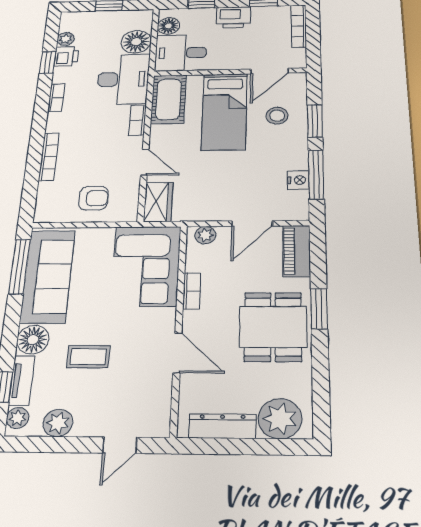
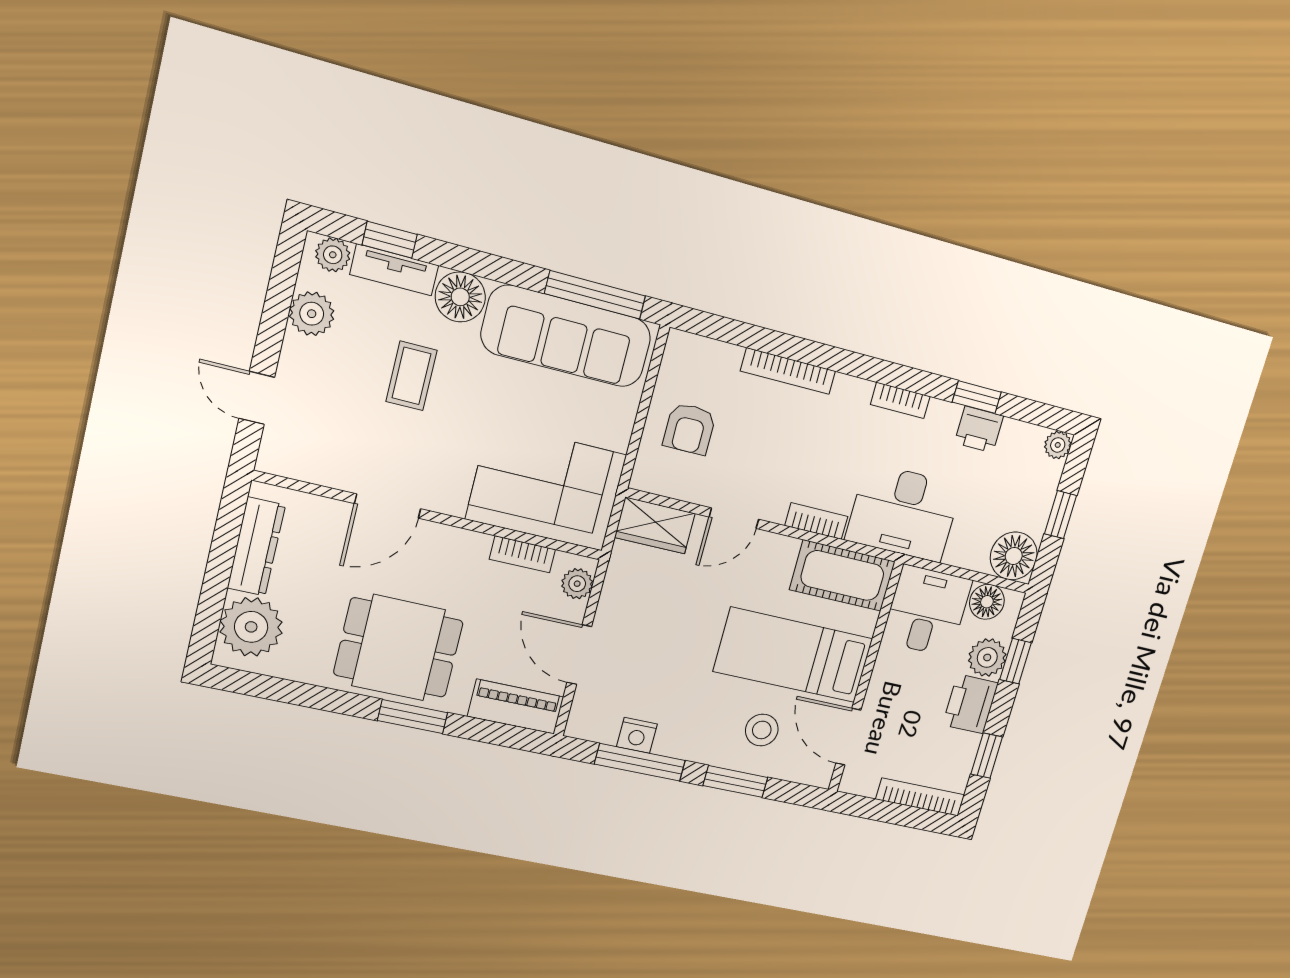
plant: (202, 17) -> (987, 657), added
plant: (66, 39) -> (1058, 445), moved
floor lamp: (136, 42) -> (1014, 556), moved
bookcase: (192, 291) -> (522, 554), moved

